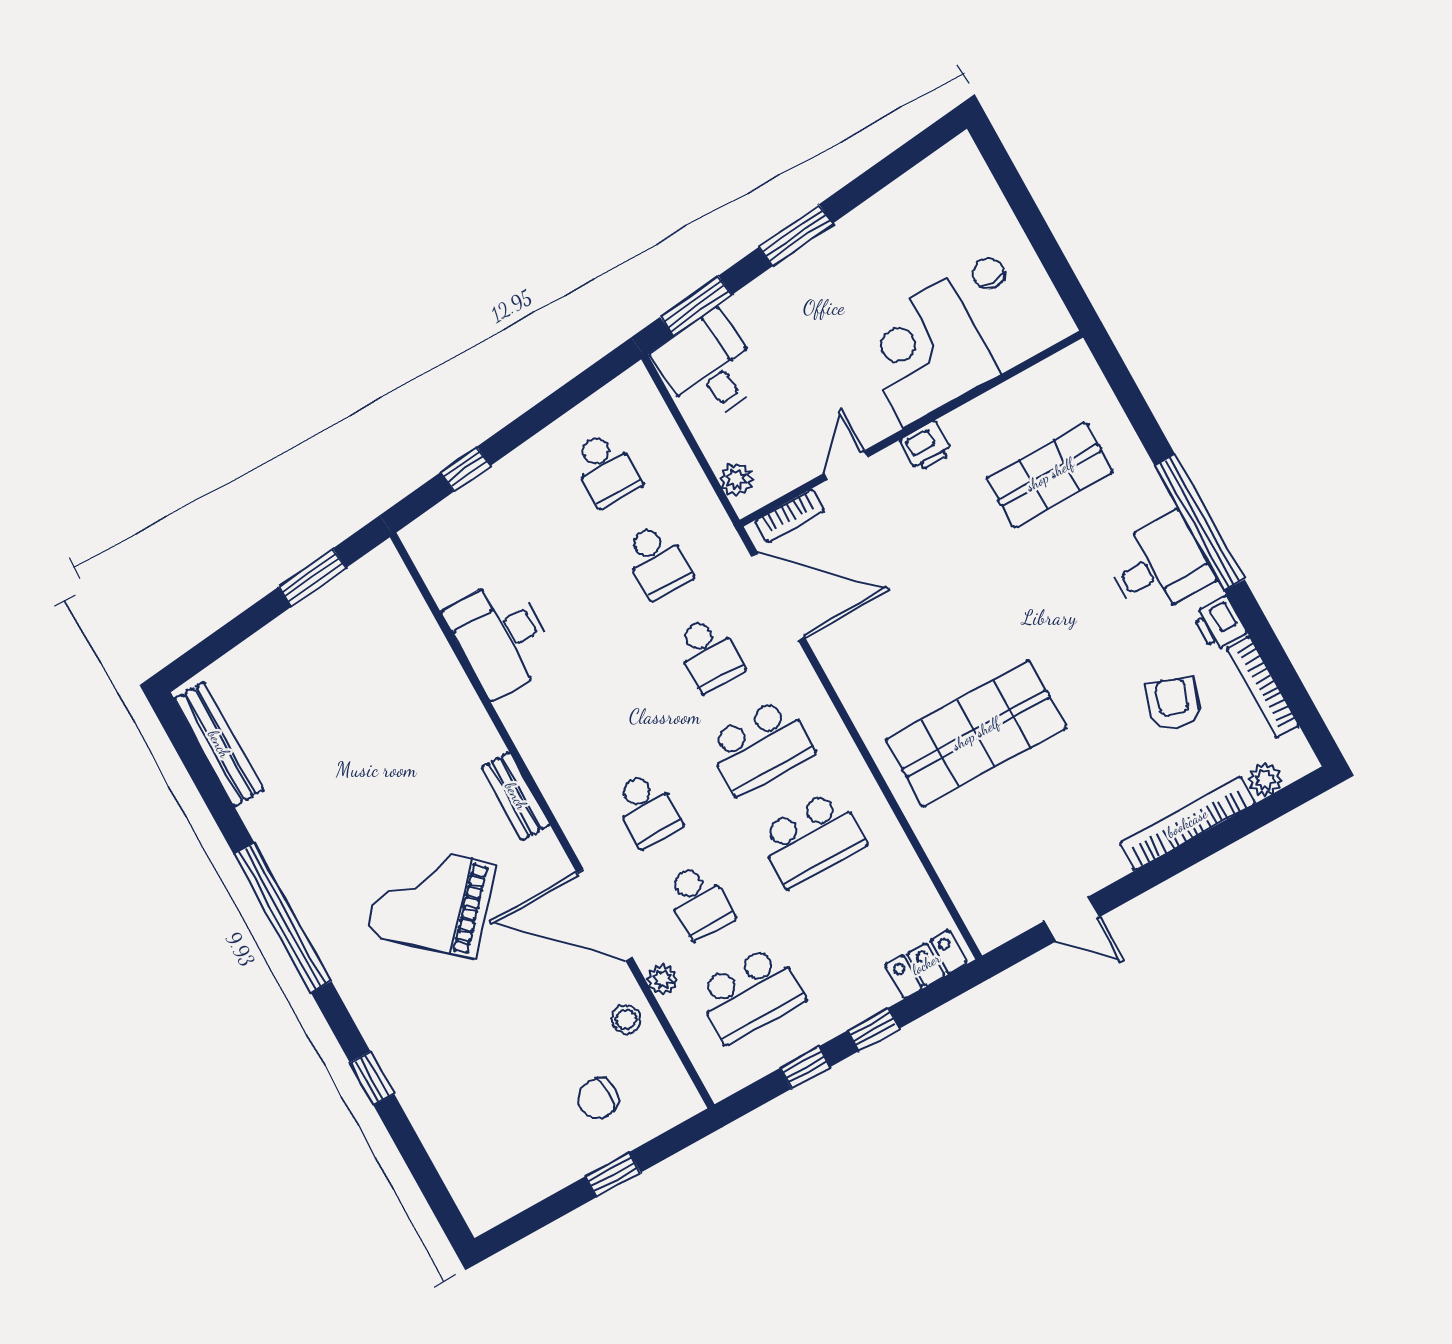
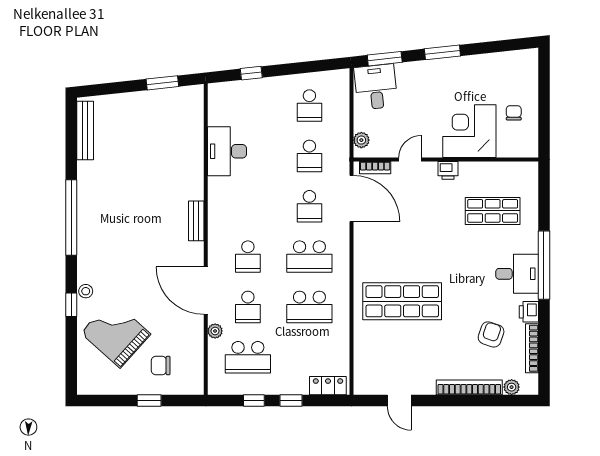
grand piano: (431, 900) -> (116, 334), moved
stool: (626, 1019) -> (86, 291), moved

